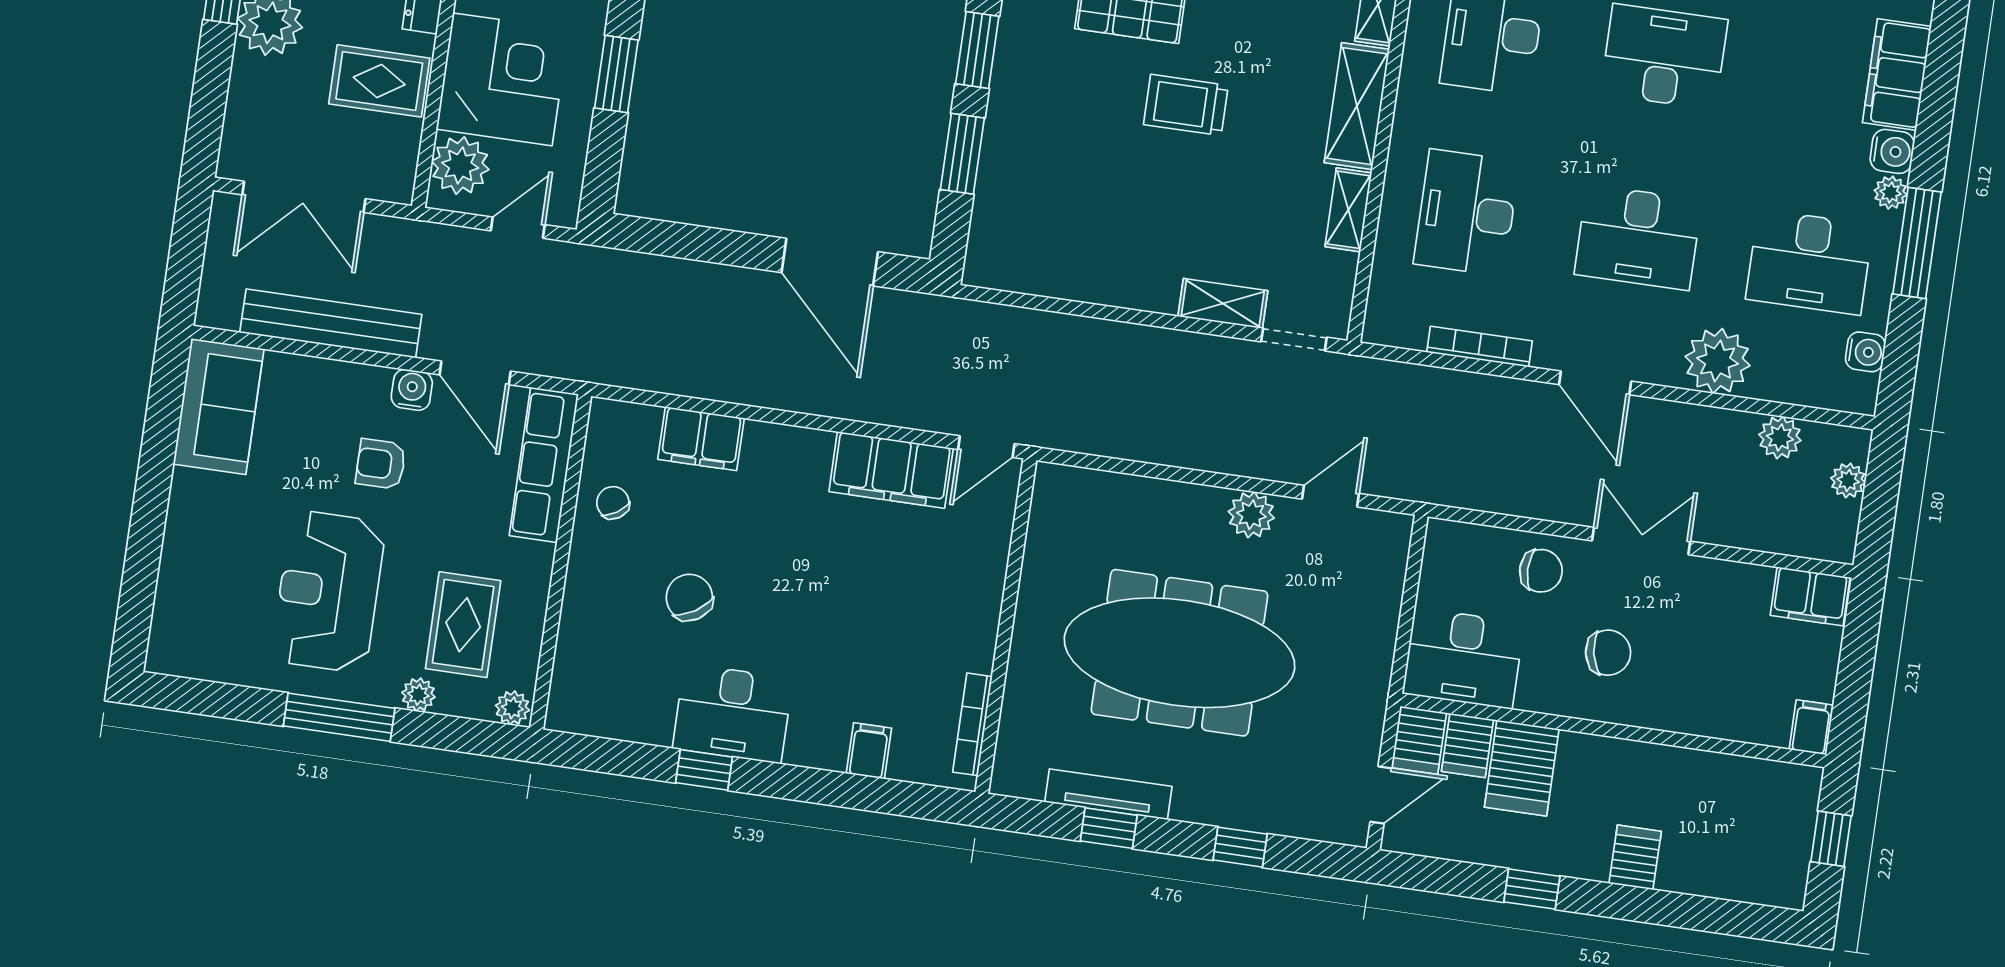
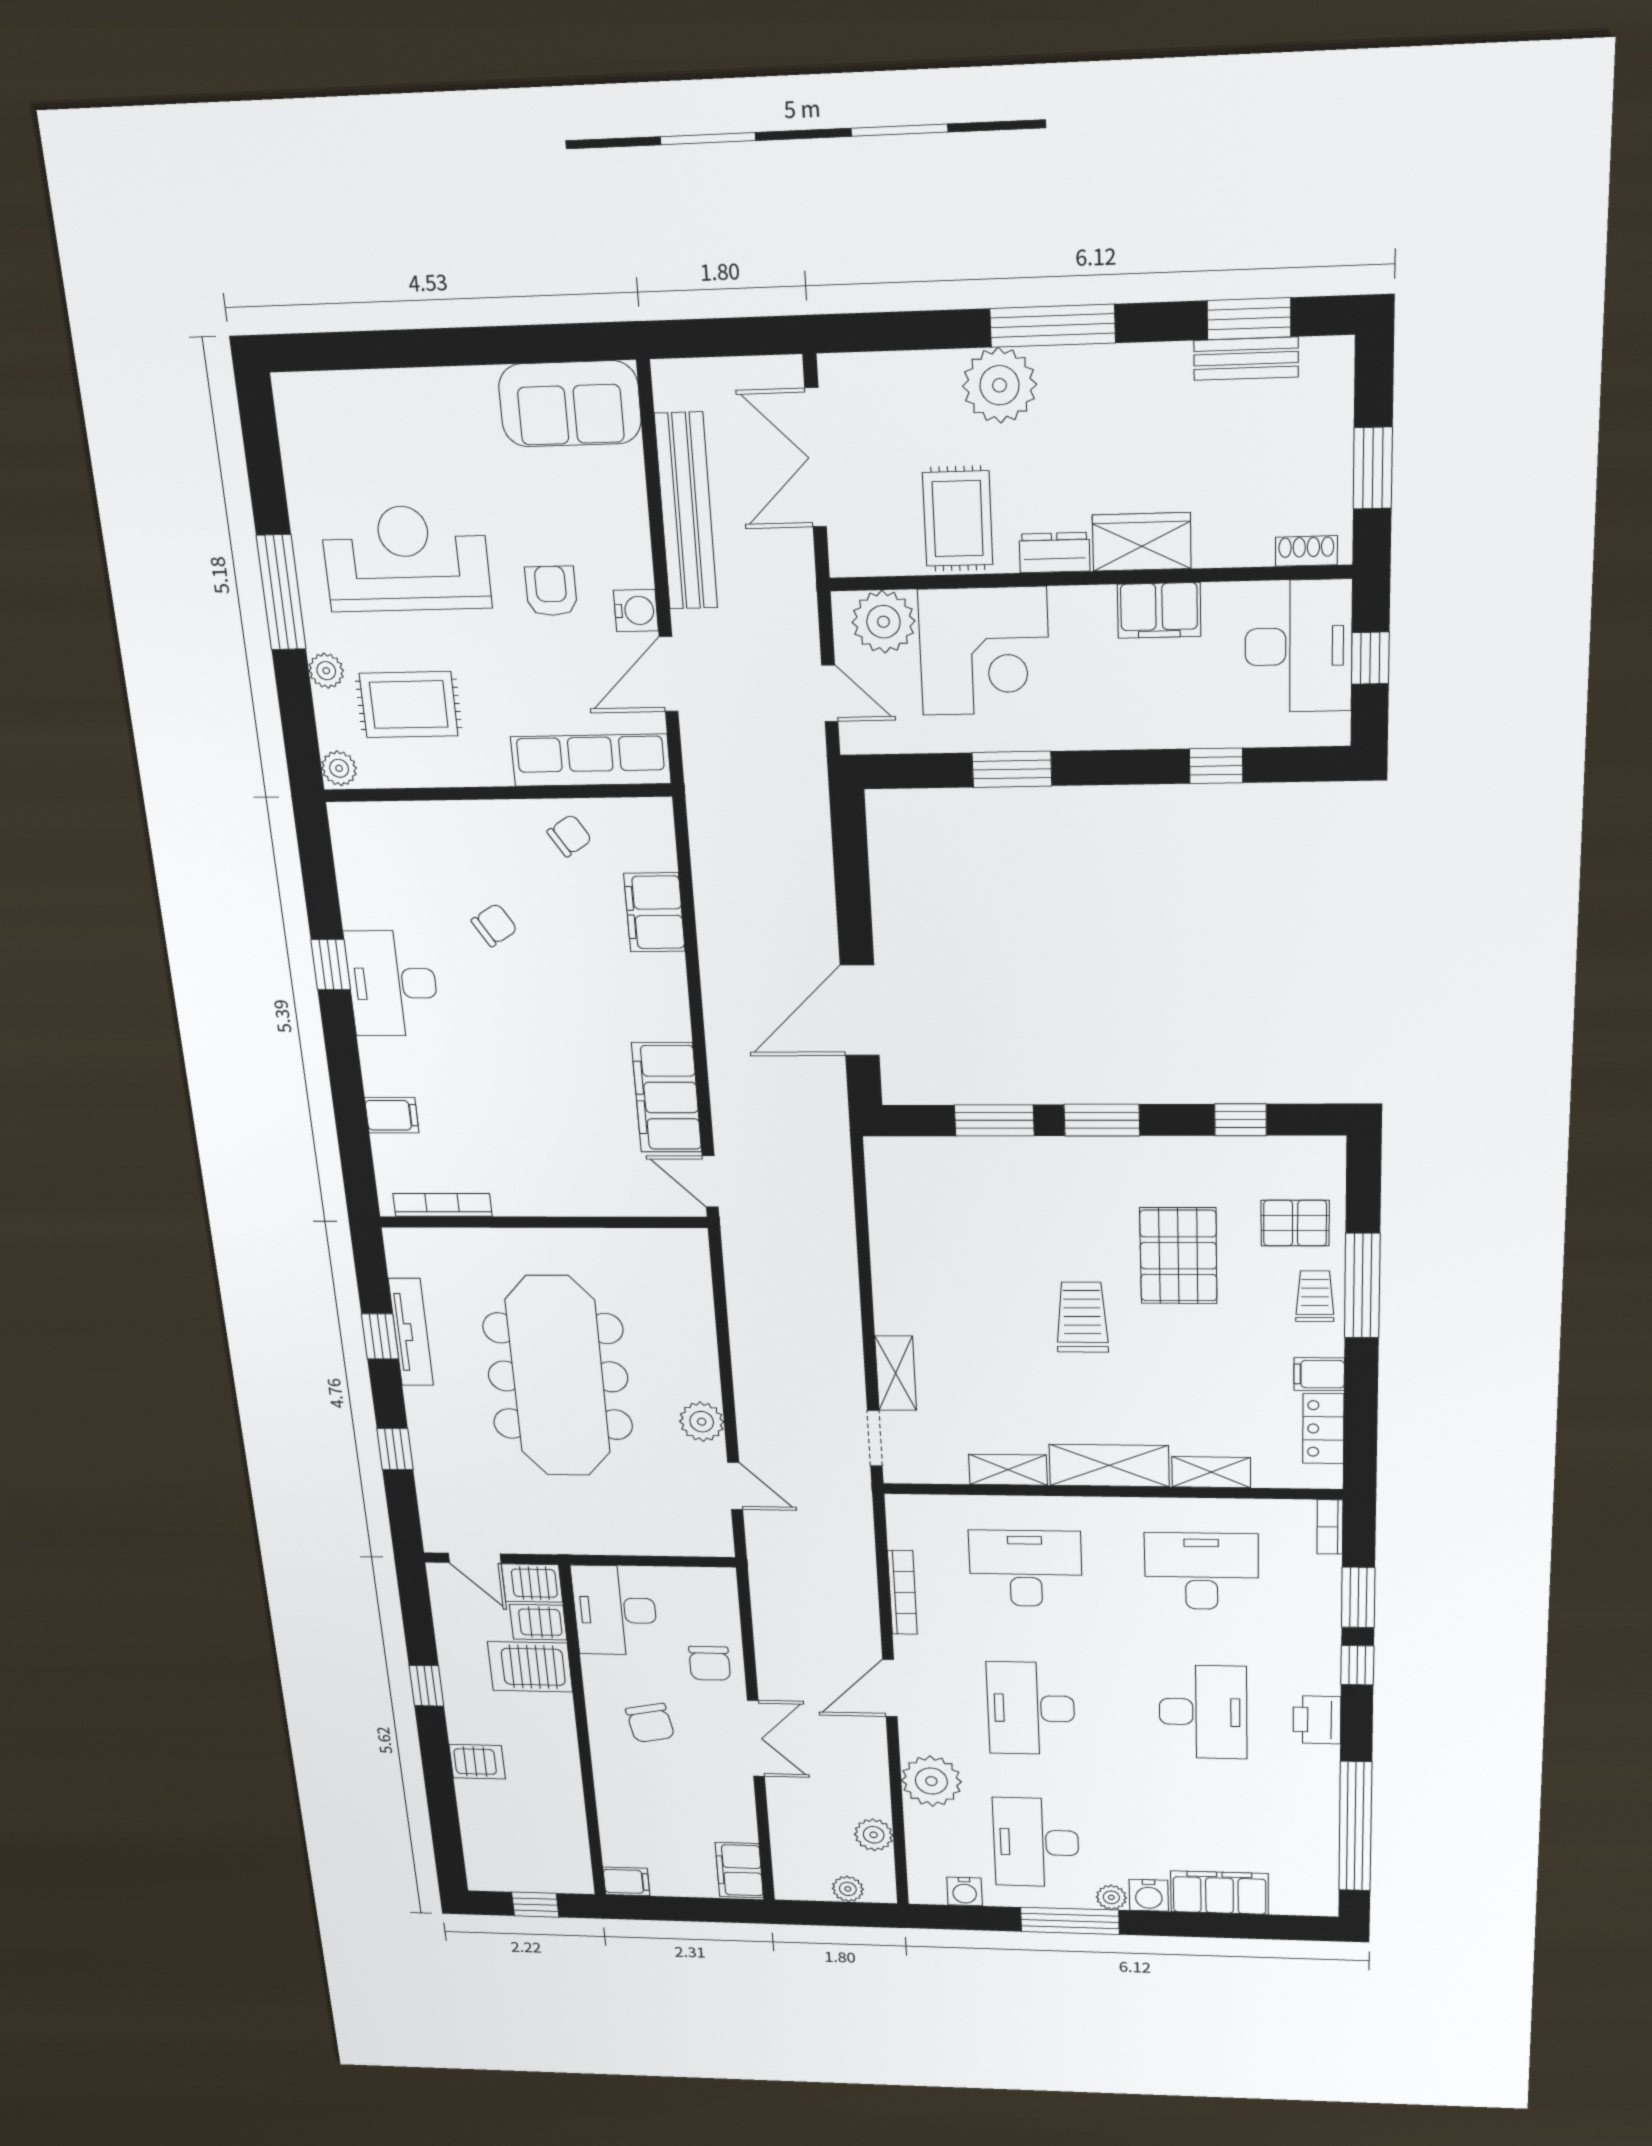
chair: (689, 597) -> (494, 925), width x0.73, depth x0.73

